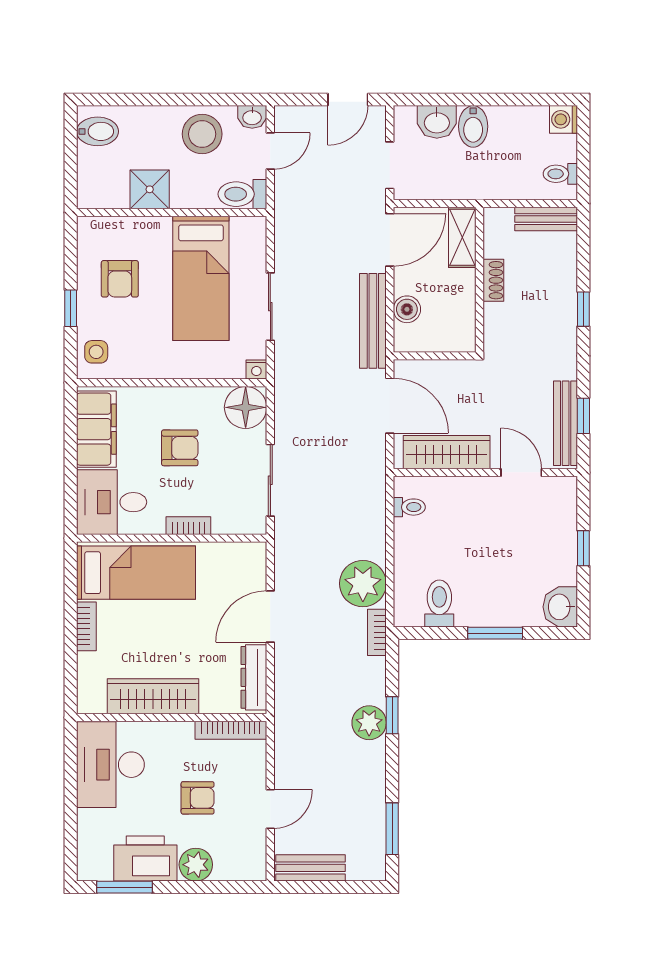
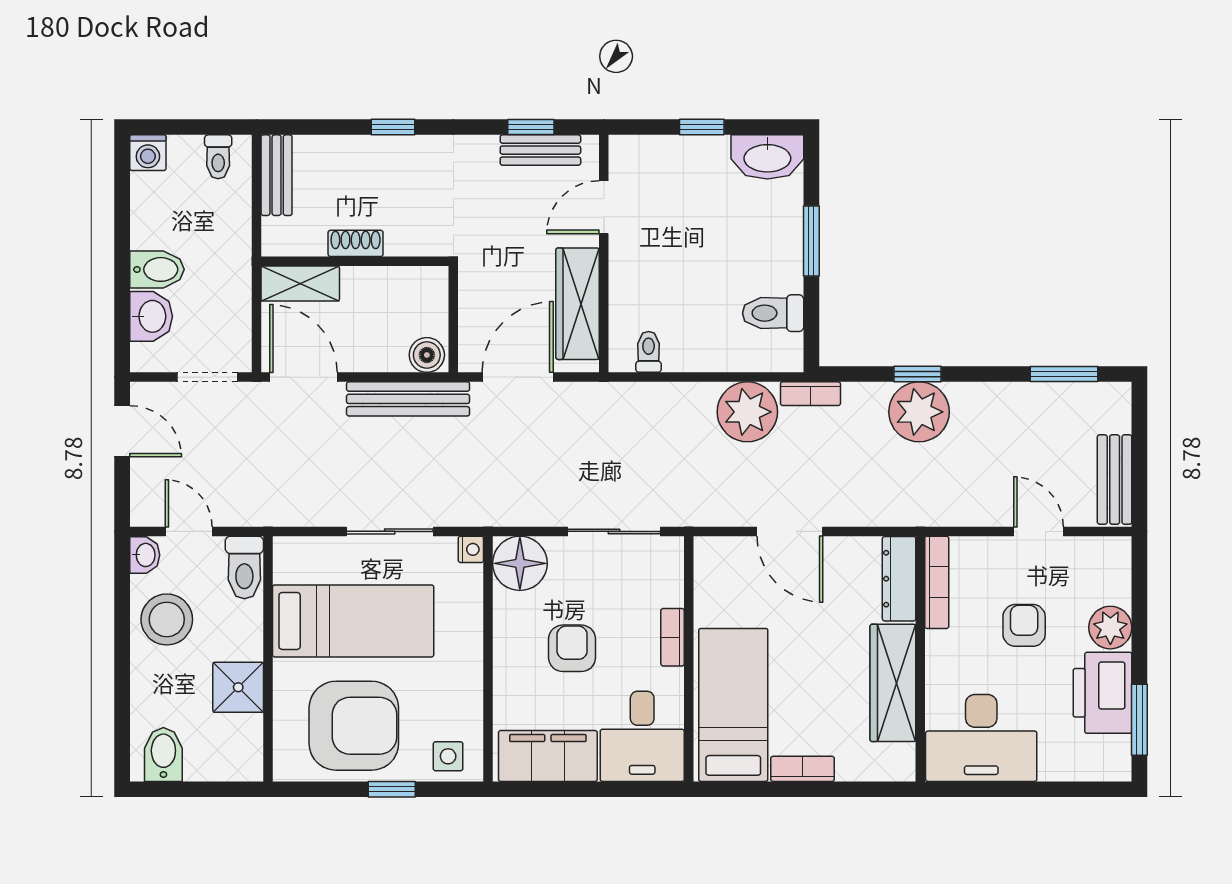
armchair: (120, 279) -> (354, 726), width x1.88, depth x1.88
boiler: (407, 309) -> (427, 355), moved
bench: (566, 423) -> (540, 150), width x0.73
washbasin: (560, 607) -> (767, 157), width x1.38
dresser: (254, 677) -> (899, 579), moved, turned 90
plant: (369, 723) -> (919, 412), width x1.36, depth x1.36

